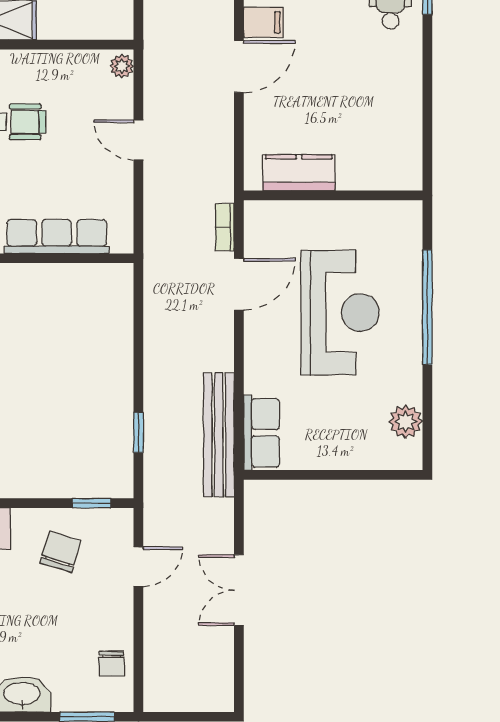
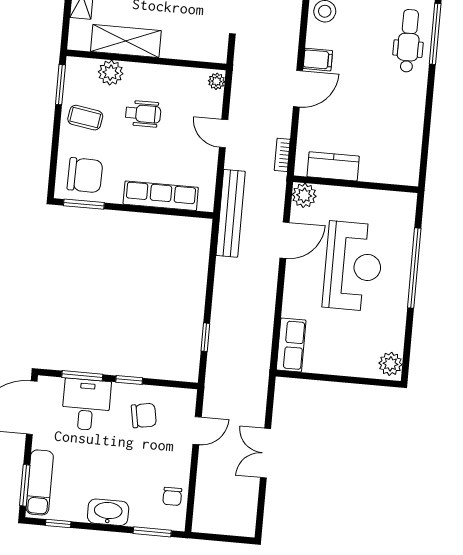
plant: (261, 218) -> (304, 195), added
bookcase: (225, 227) -> (282, 155), moved
plant: (406, 422) -> (390, 364), moved
bench: (219, 435) -> (231, 213), moved
window: (91, 503) -> (129, 380), moved
chair: (61, 552) -> (144, 415), turned 63

